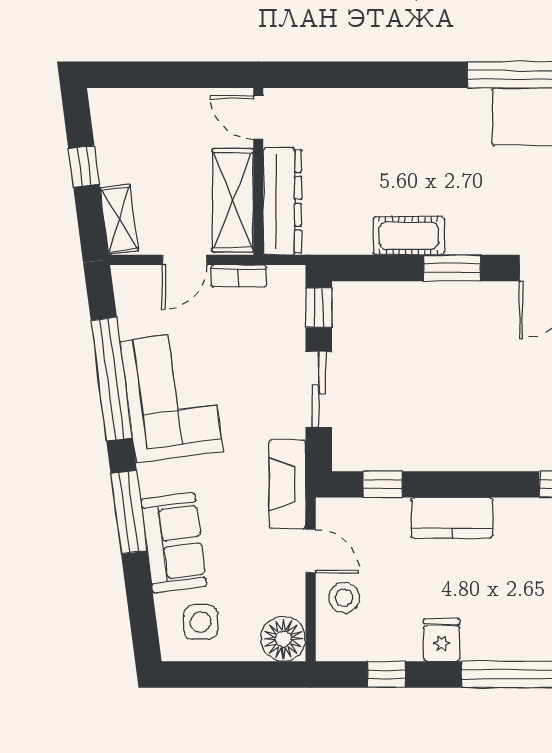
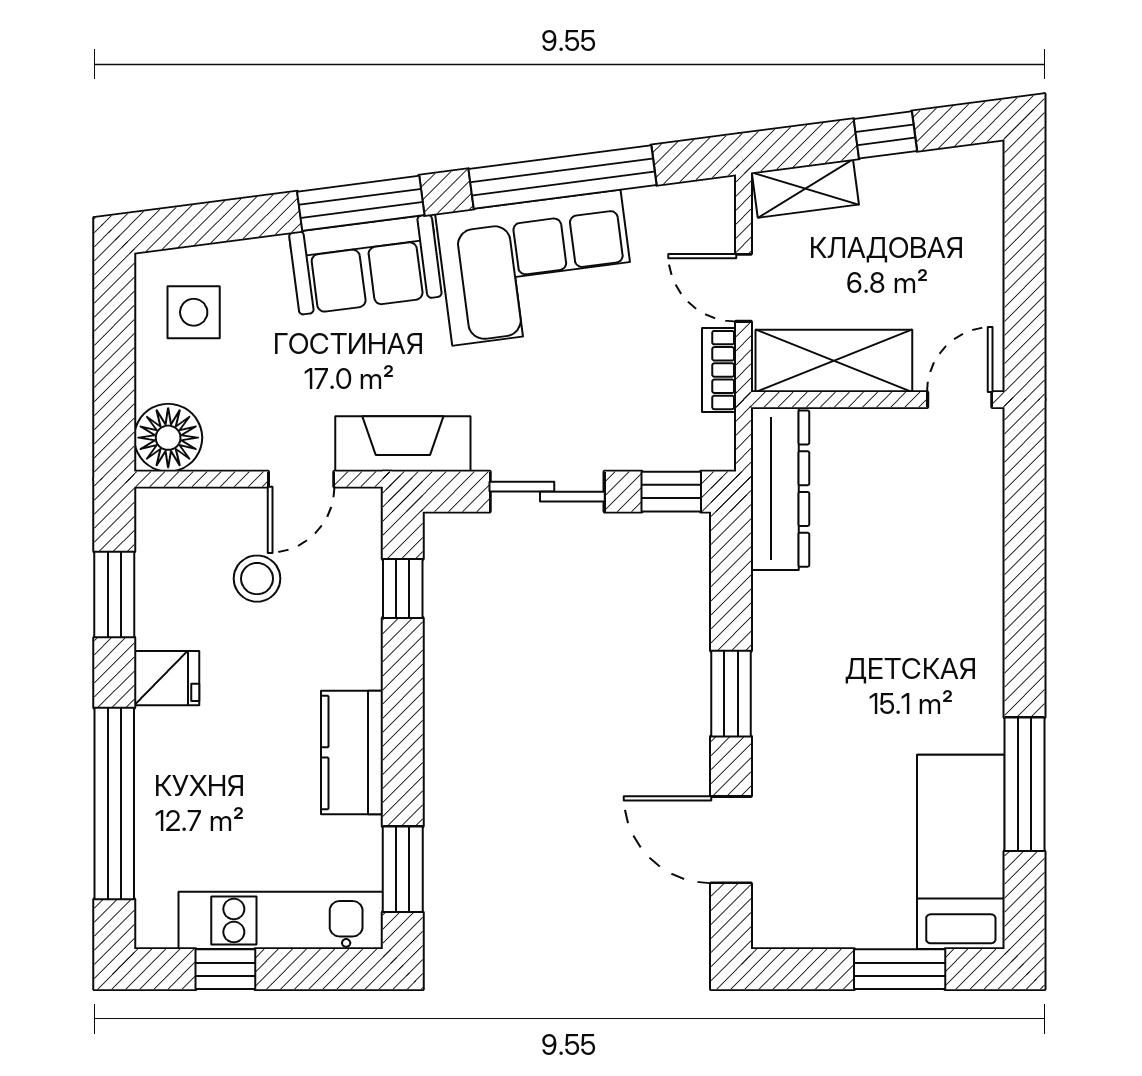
dresser: (282, 201) -> (780, 489), moved, turned -90
cot: (409, 236) -> (780, 628), removed
kitchen counter: (452, 518) -> (352, 752), moved
sofa: (174, 543) -> (365, 265), moved
stool: (344, 598) -> (257, 579), moved
window: (387, 674) -> (114, 595), width x1.50

